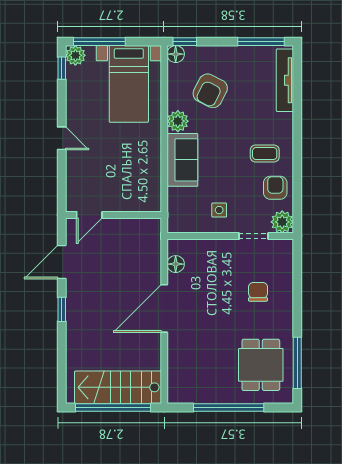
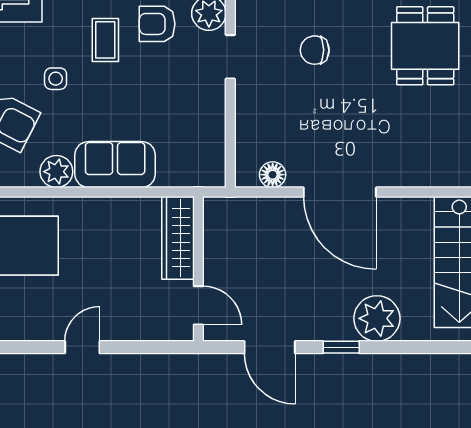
wardrobe: (134, 202) -> (178, 238), added
side table: (219, 210) -> (56, 79), moved
plant: (81, 333) -> (377, 318), added
dining table: (261, 365) -> (425, 46), turned 90

